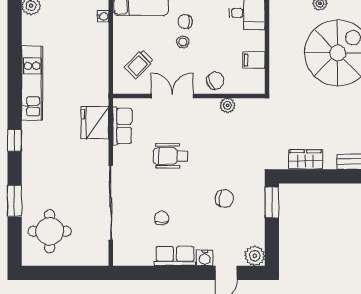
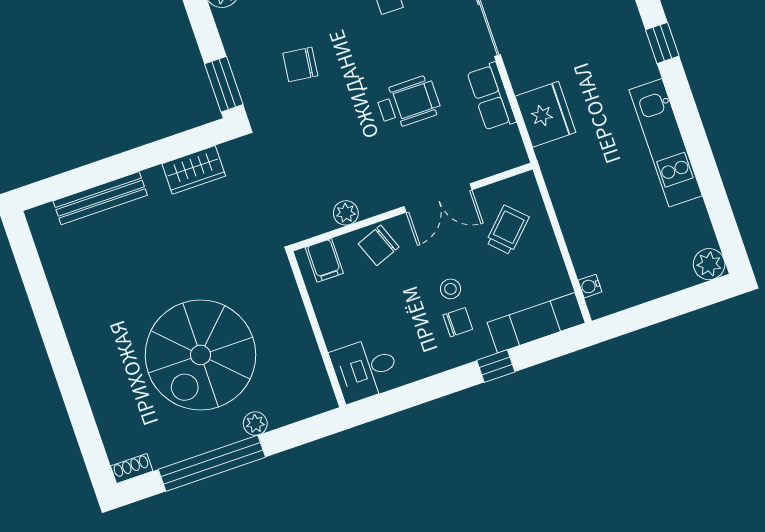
filing cabinet: (254, 60) -> (324, 260), moved, turned 90
row of seats: (122, 126) -> (491, 97), moved

